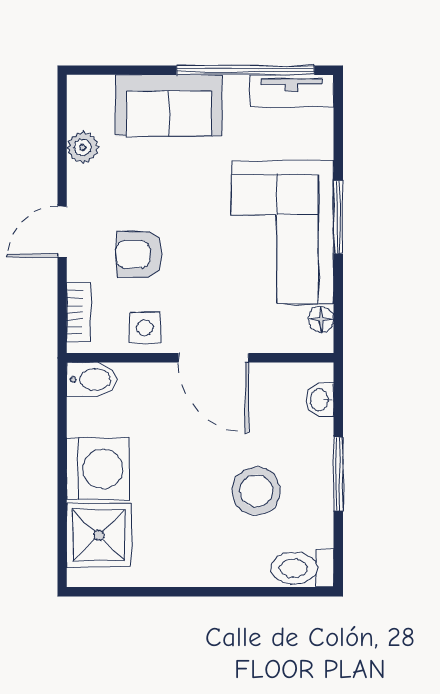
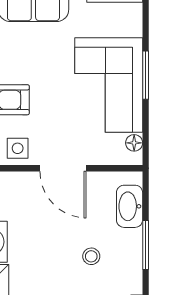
washbasin: (320, 400) -> (130, 206), width x1.91, depth x1.45
stool: (256, 491) -> (91, 256), width x0.53, depth x0.53

